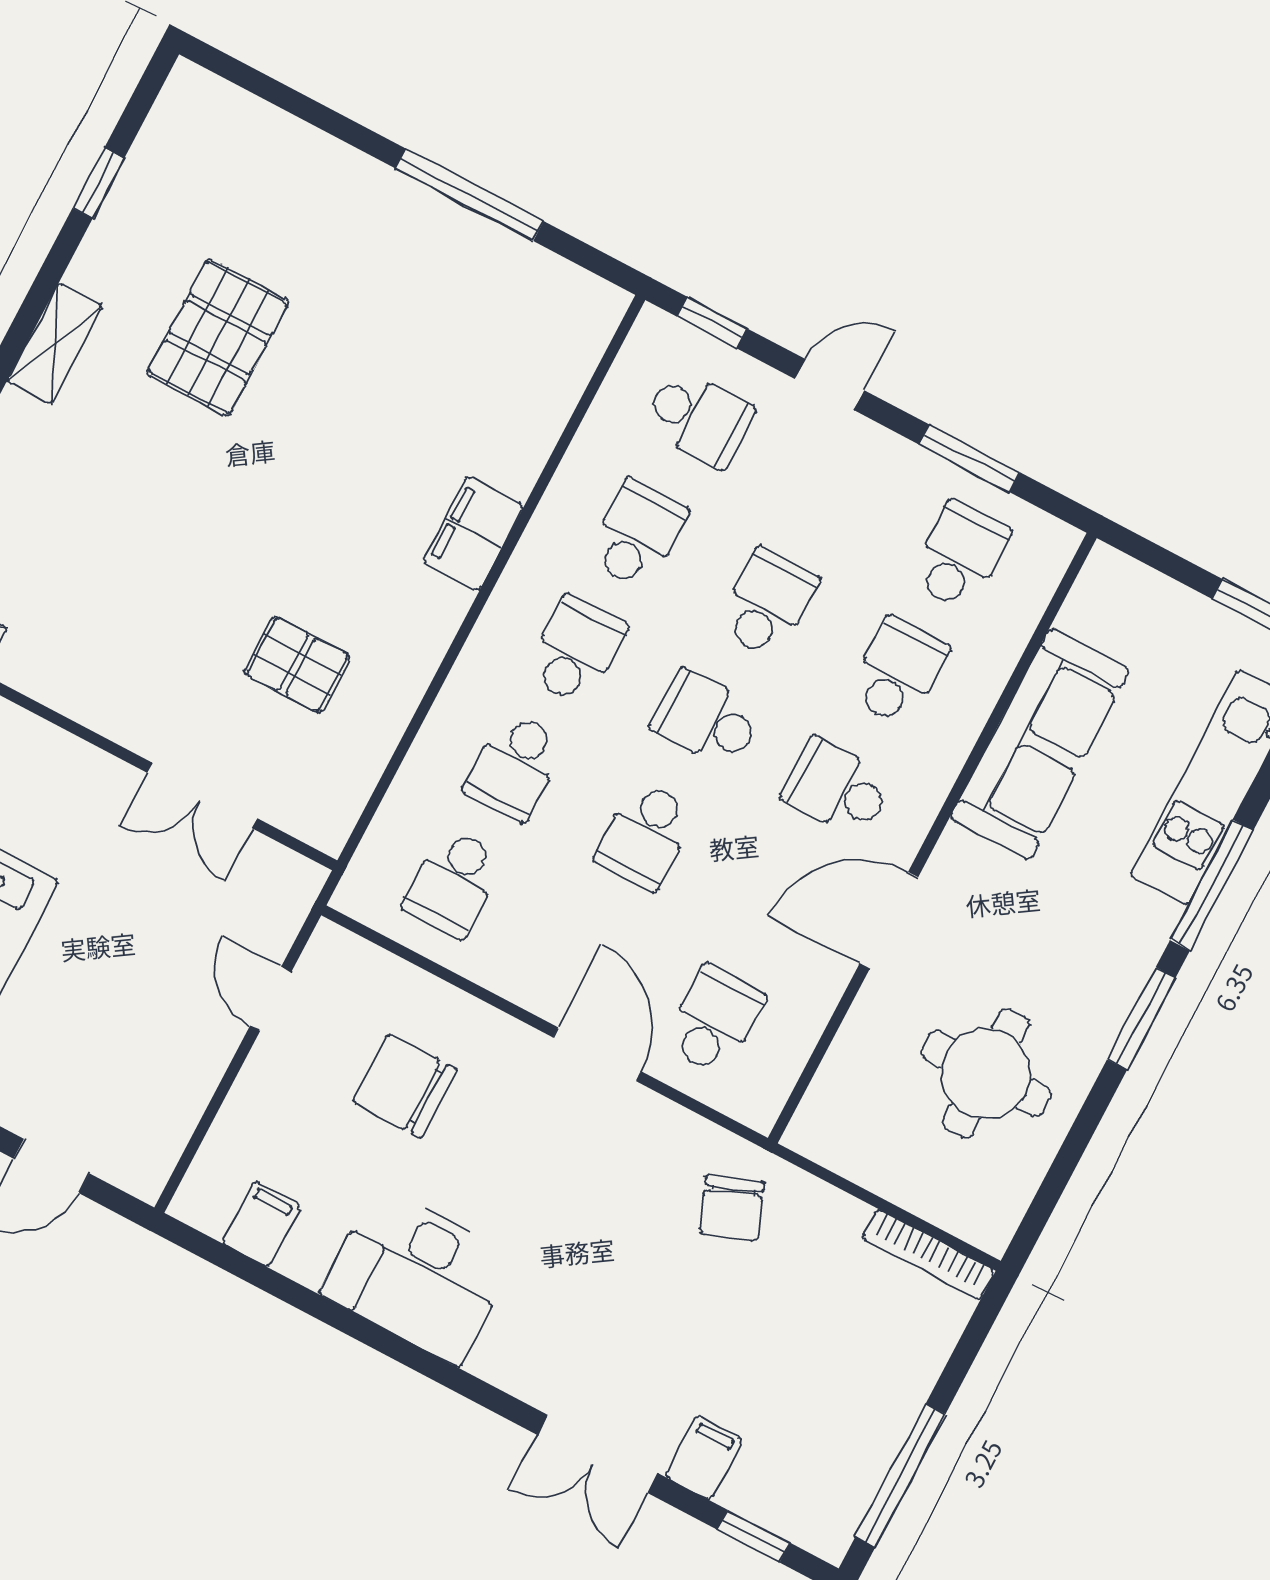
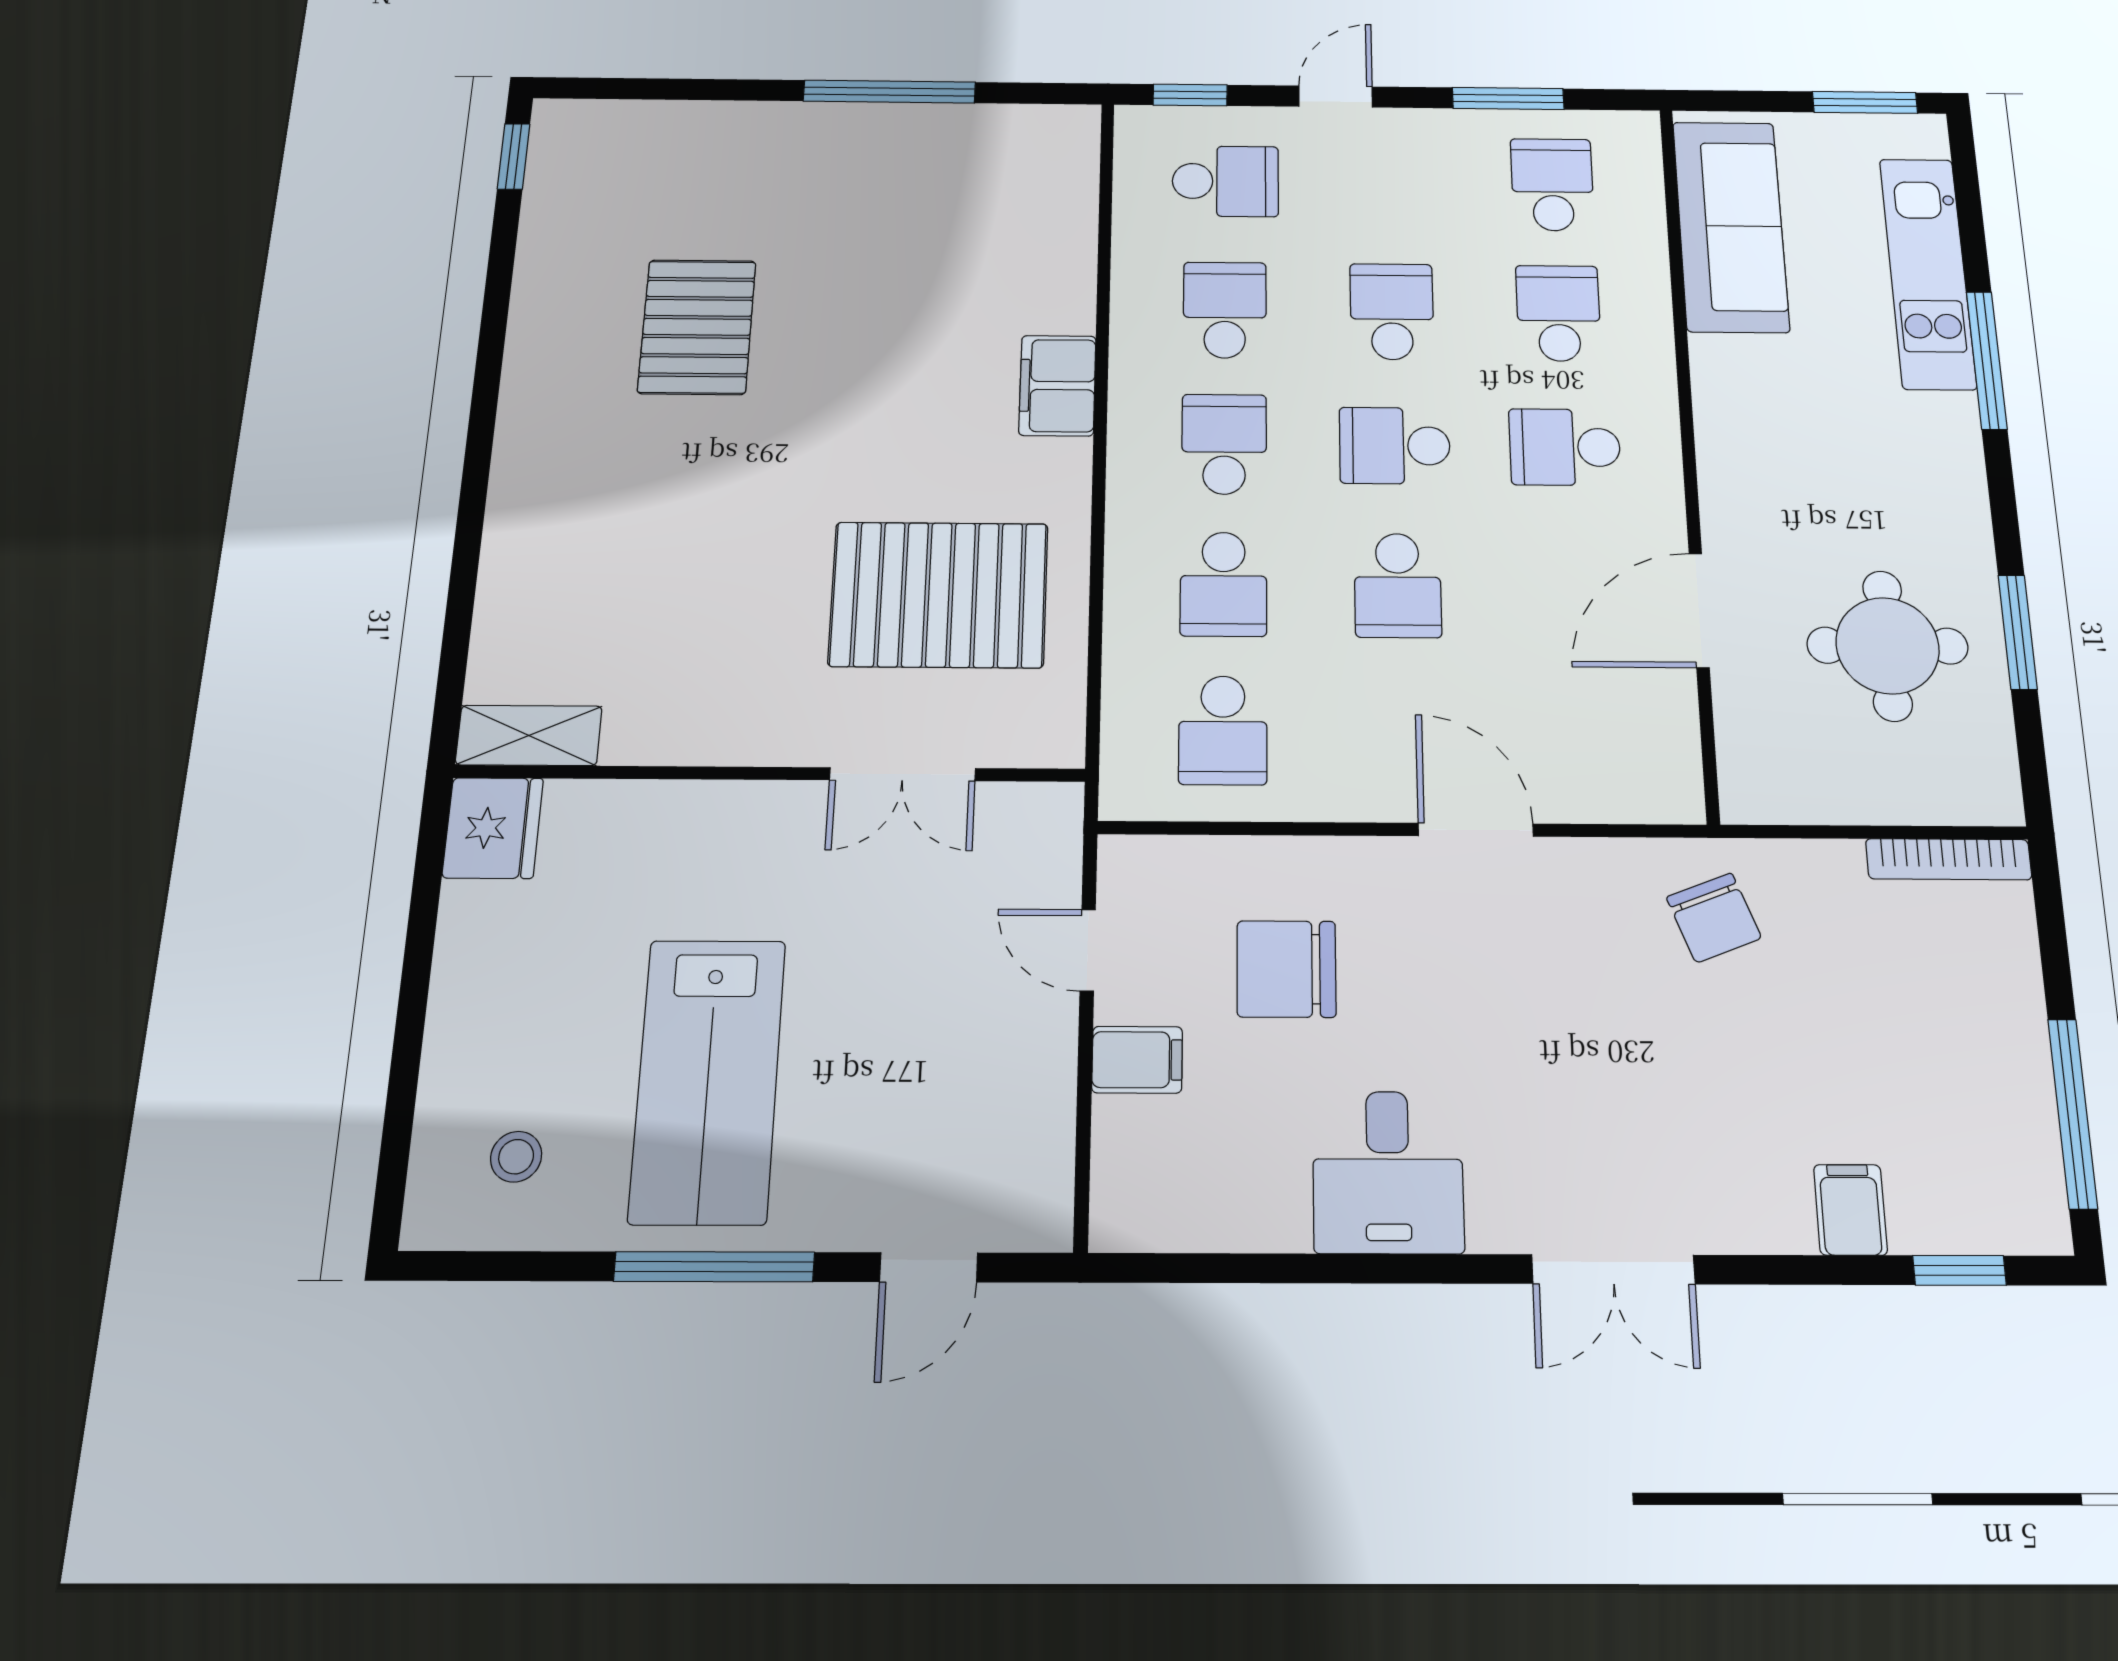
window: (98, 183) -> (514, 156), moved
shelving: (55, 344) -> (526, 409), removed
pallet: (297, 665) -> (939, 595), width x2.05, depth x2.00
sofa: (1040, 744) -> (1731, 226), moved
door: (889, 921) -> (1699, 610), moved
window: (1141, 1019) -> (2018, 632), moved
school desk: (715, 1020) -> (1578, 733), removed
filing cabinet: (262, 1224) -> (1137, 1060), moved, turned 90
desk: (418, 1276) -> (1388, 1172), width x0.73
double door: (598, 1454) -> (1613, 1269), moved

